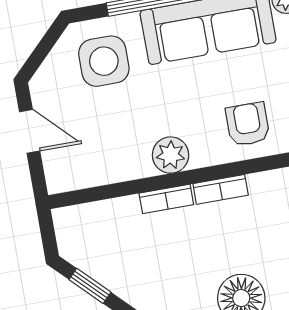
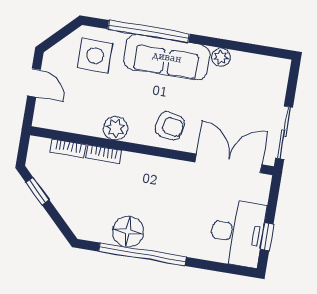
armchair: (248, 124) -> (170, 126), turned 100
bookcase: (221, 189) -> (68, 148), moved

